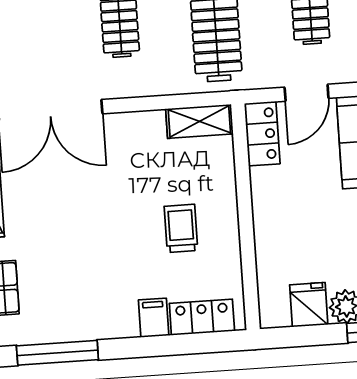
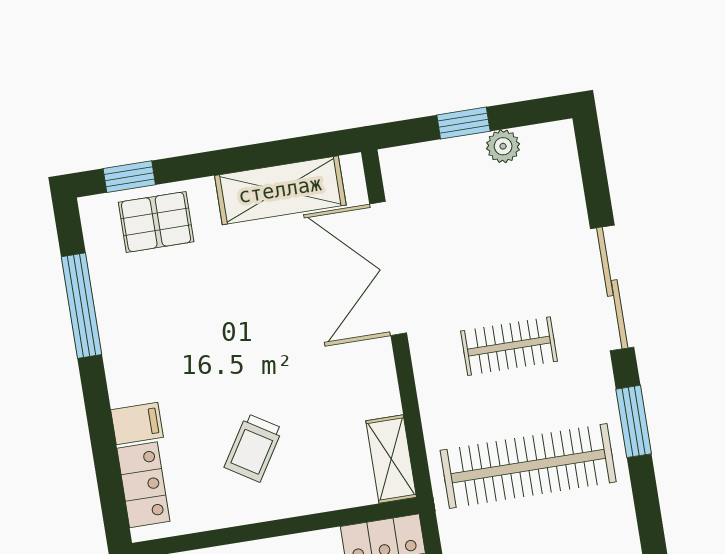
trolley: (181, 228) -> (253, 448), turned 122

